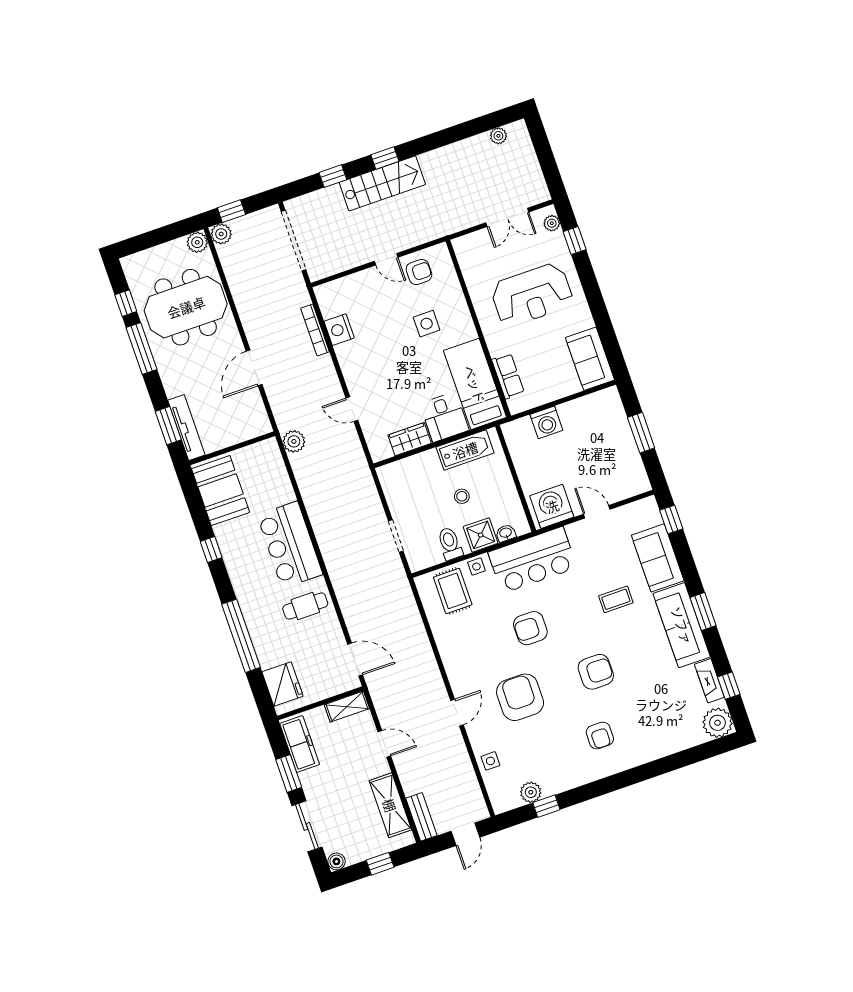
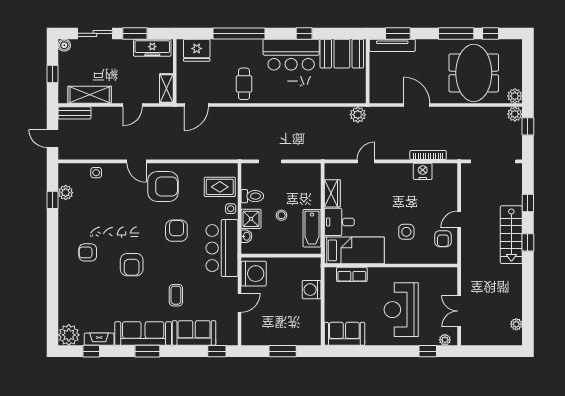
bar counter: (290, 545) -> (291, 55), moved, turned 180
armchair: (520, 697) -> (163, 186), moved

